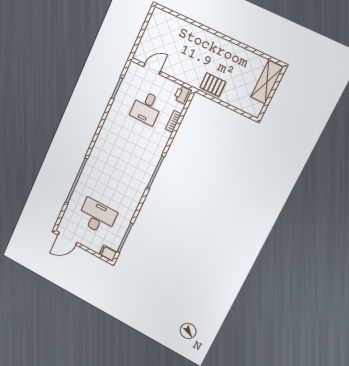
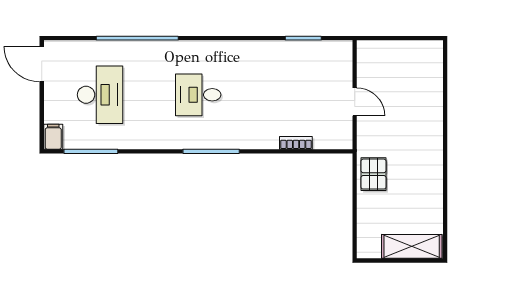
door: (152, 69) -> (355, 102), moved
printer: (183, 95) -> (339, 139), removed
desk: (147, 108) -> (198, 95), moved

